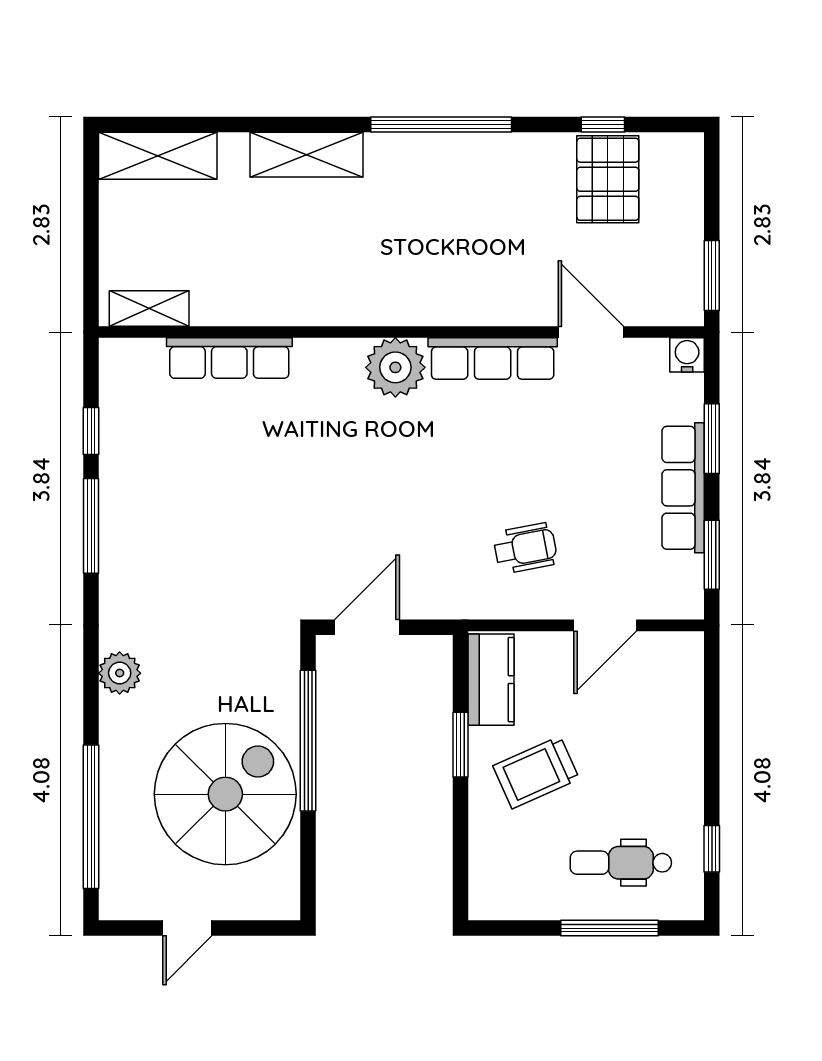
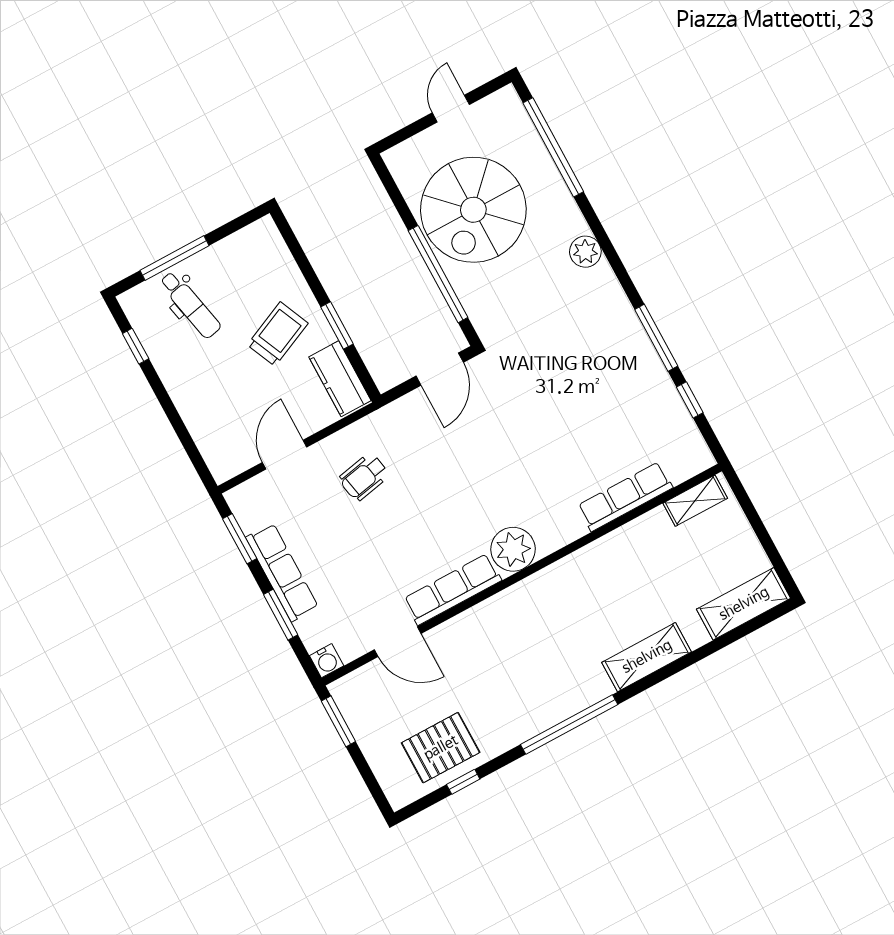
pallet: (608, 179) -> (441, 748), turned 90
dental chair: (621, 863) -> (190, 305), turned 78

